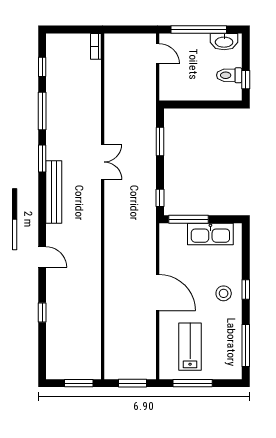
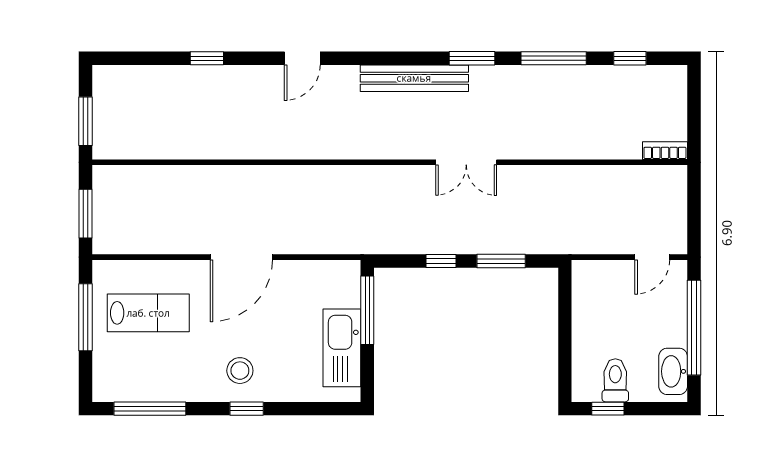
window: (160, 198) -> (441, 261), moved

